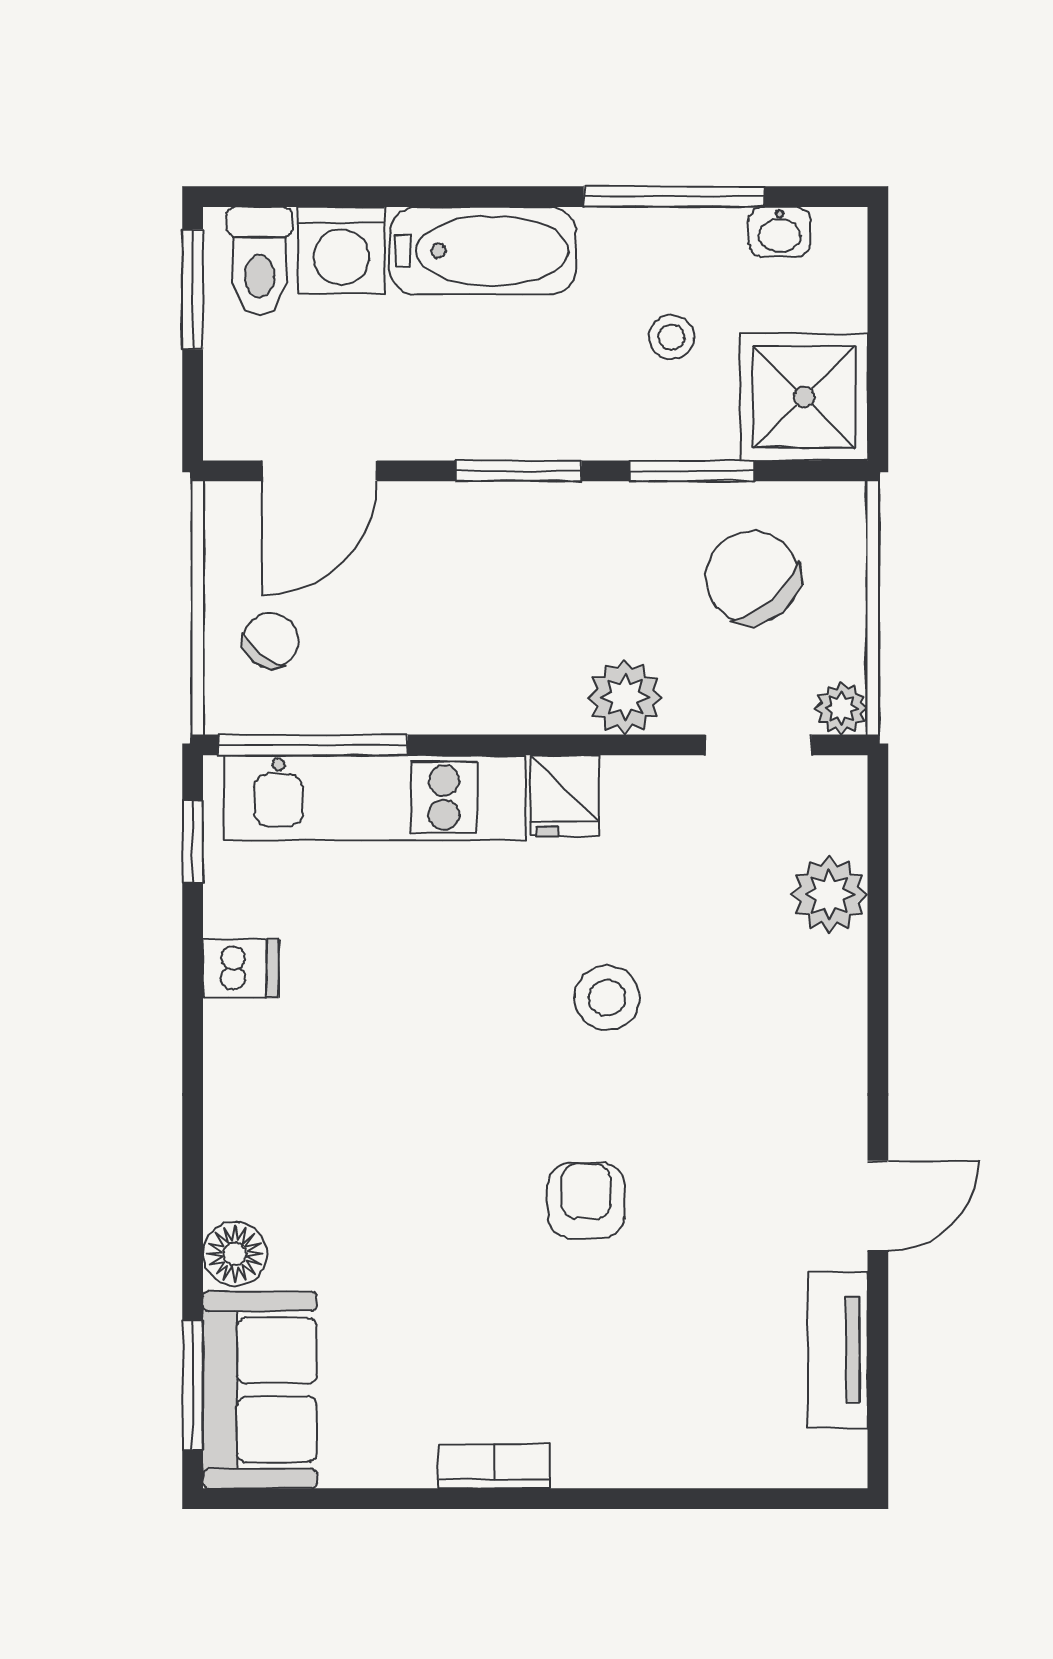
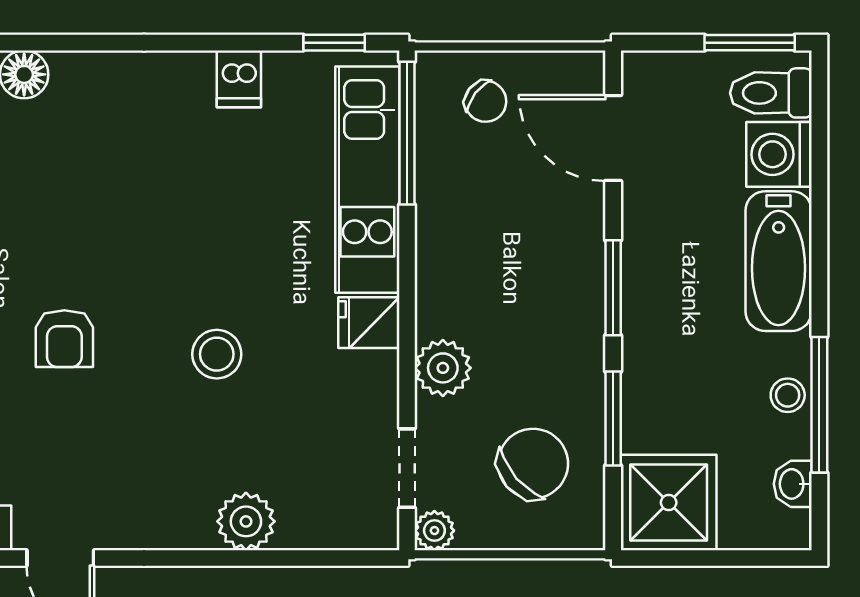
stool: (672, 337) -> (788, 395), moved
plant: (829, 895) -> (246, 521), moved
armchair: (586, 1200) -> (64, 339), turned 90

